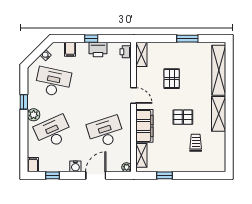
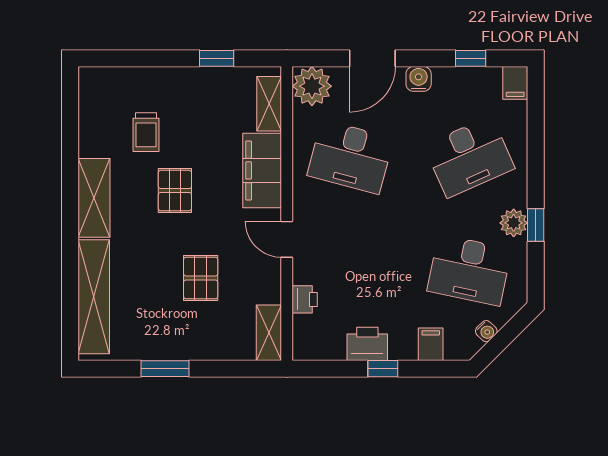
printer: (126, 52) -> (305, 299), moved
plant: (34, 115) -> (514, 223), moved
pallet: (183, 117) -> (175, 191), turned 90
desk: (106, 132) -> (350, 157), turned 33
plant: (127, 167) -> (312, 86), width x1.87, depth x1.87

